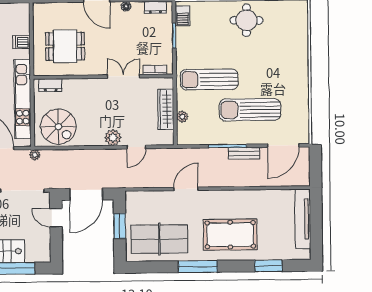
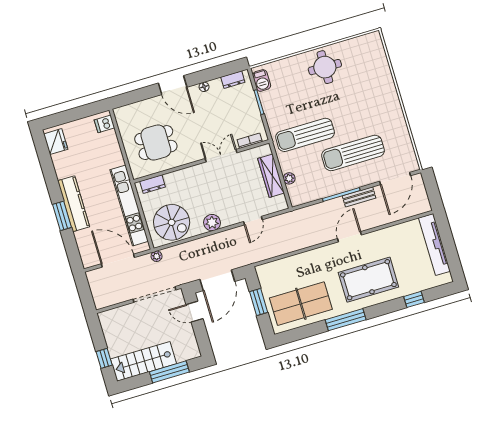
dishwasher: (21, 42) -> (104, 124), moved
plant: (113, 138) -> (212, 223), moved
door: (186, 189) -> (349, 237), moved
window: (268, 266) -> (414, 299), width x0.67

